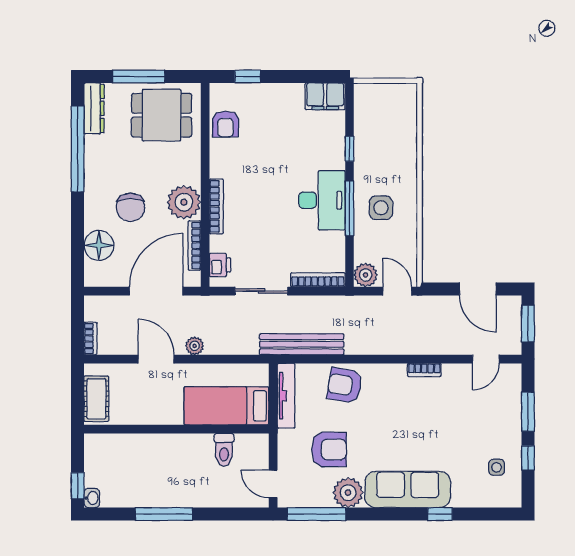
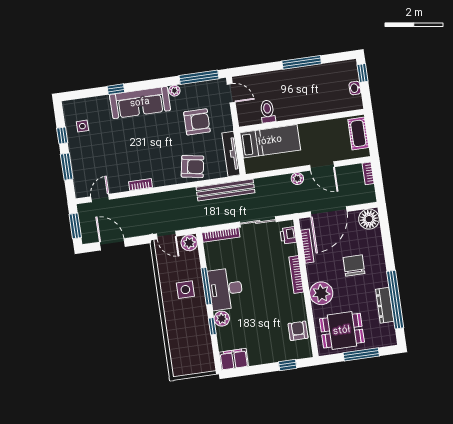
dresser: (94, 108) -> (385, 305), moved
plant: (334, 158) -> (222, 319), added
plant: (184, 202) -> (321, 293), moved
floor lamp: (99, 245) -> (369, 219), moved
armchair: (329, 449) -> (197, 122), turned 180
plant: (348, 493) -> (174, 91), width x0.53, depth x0.53
washbasin: (92, 498) -> (355, 88), moved

